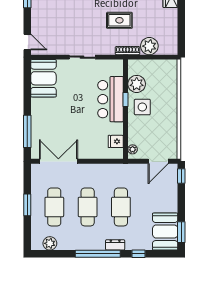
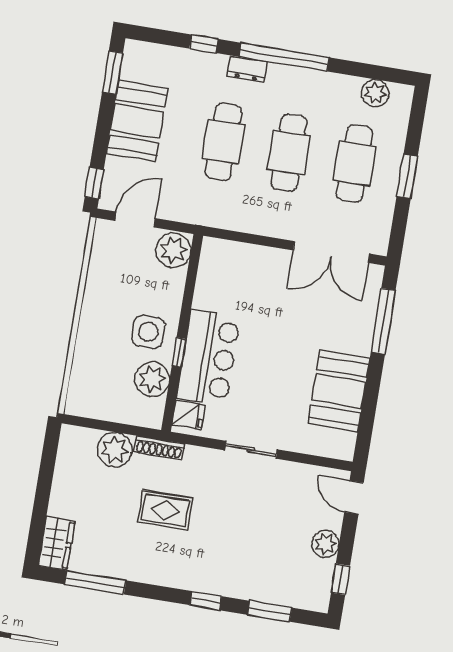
plant: (38, 17) -> (325, 544), added
booth: (43, 78) -> (339, 391), moved
fridge: (116, 141) -> (188, 415), moved
plant: (133, 149) -> (173, 250), width x1.88, depth x1.88
booth: (165, 232) -> (137, 121), moved

